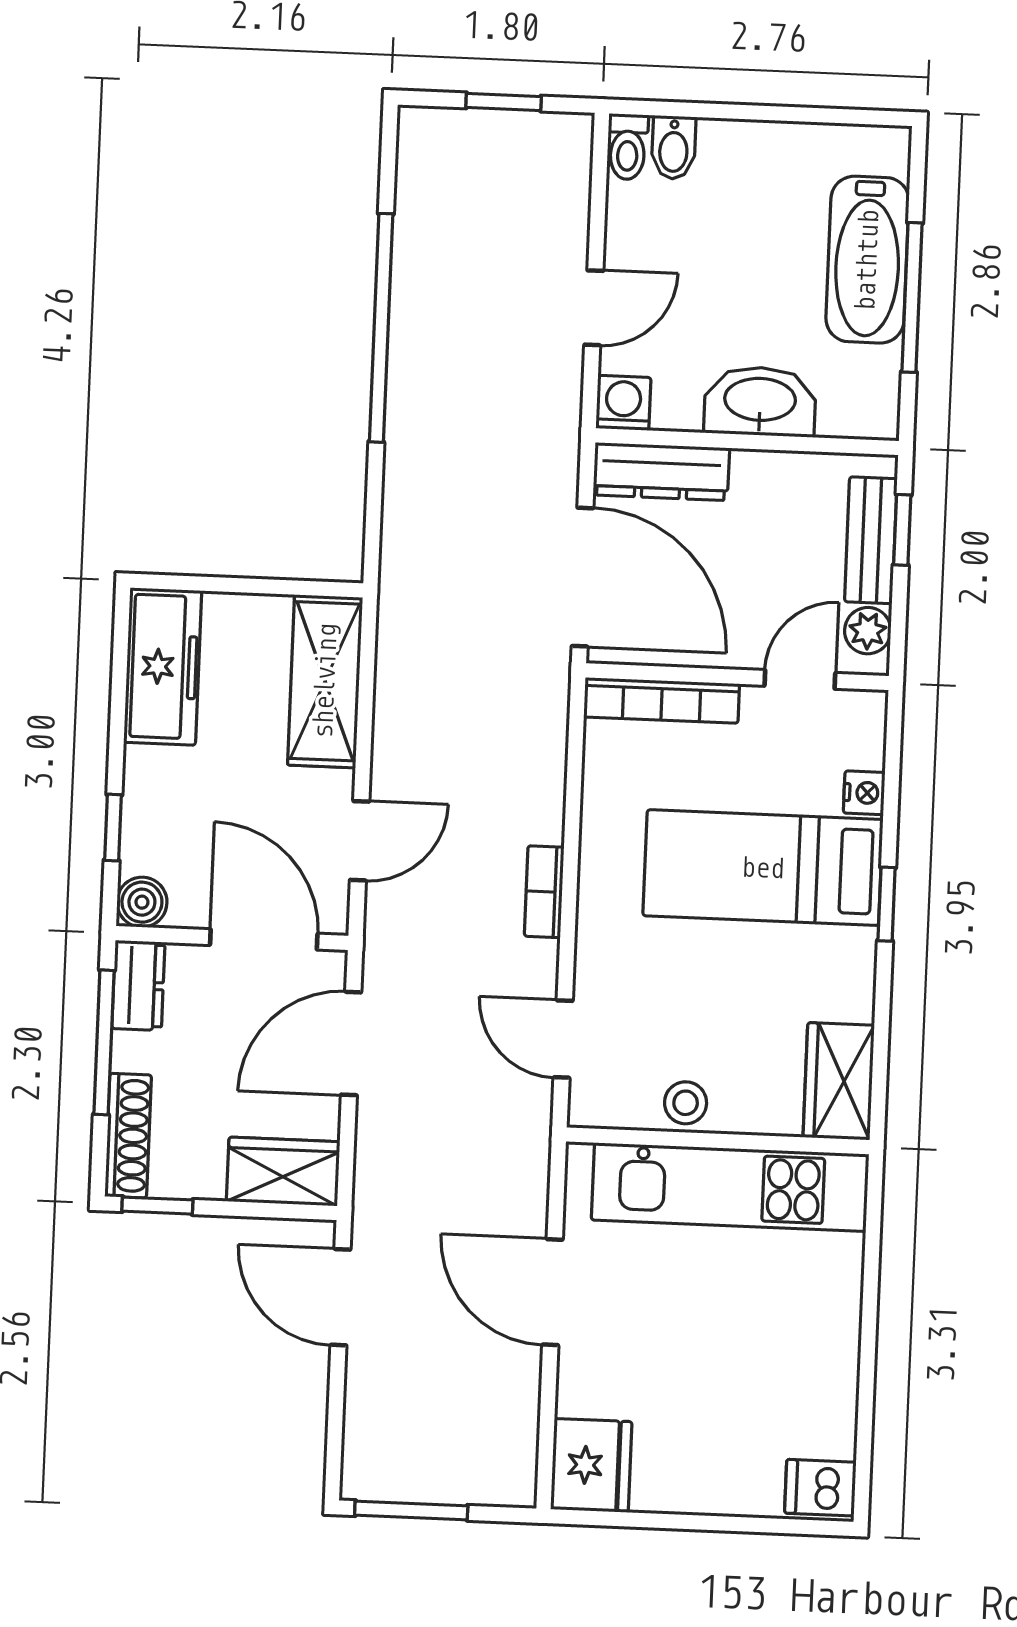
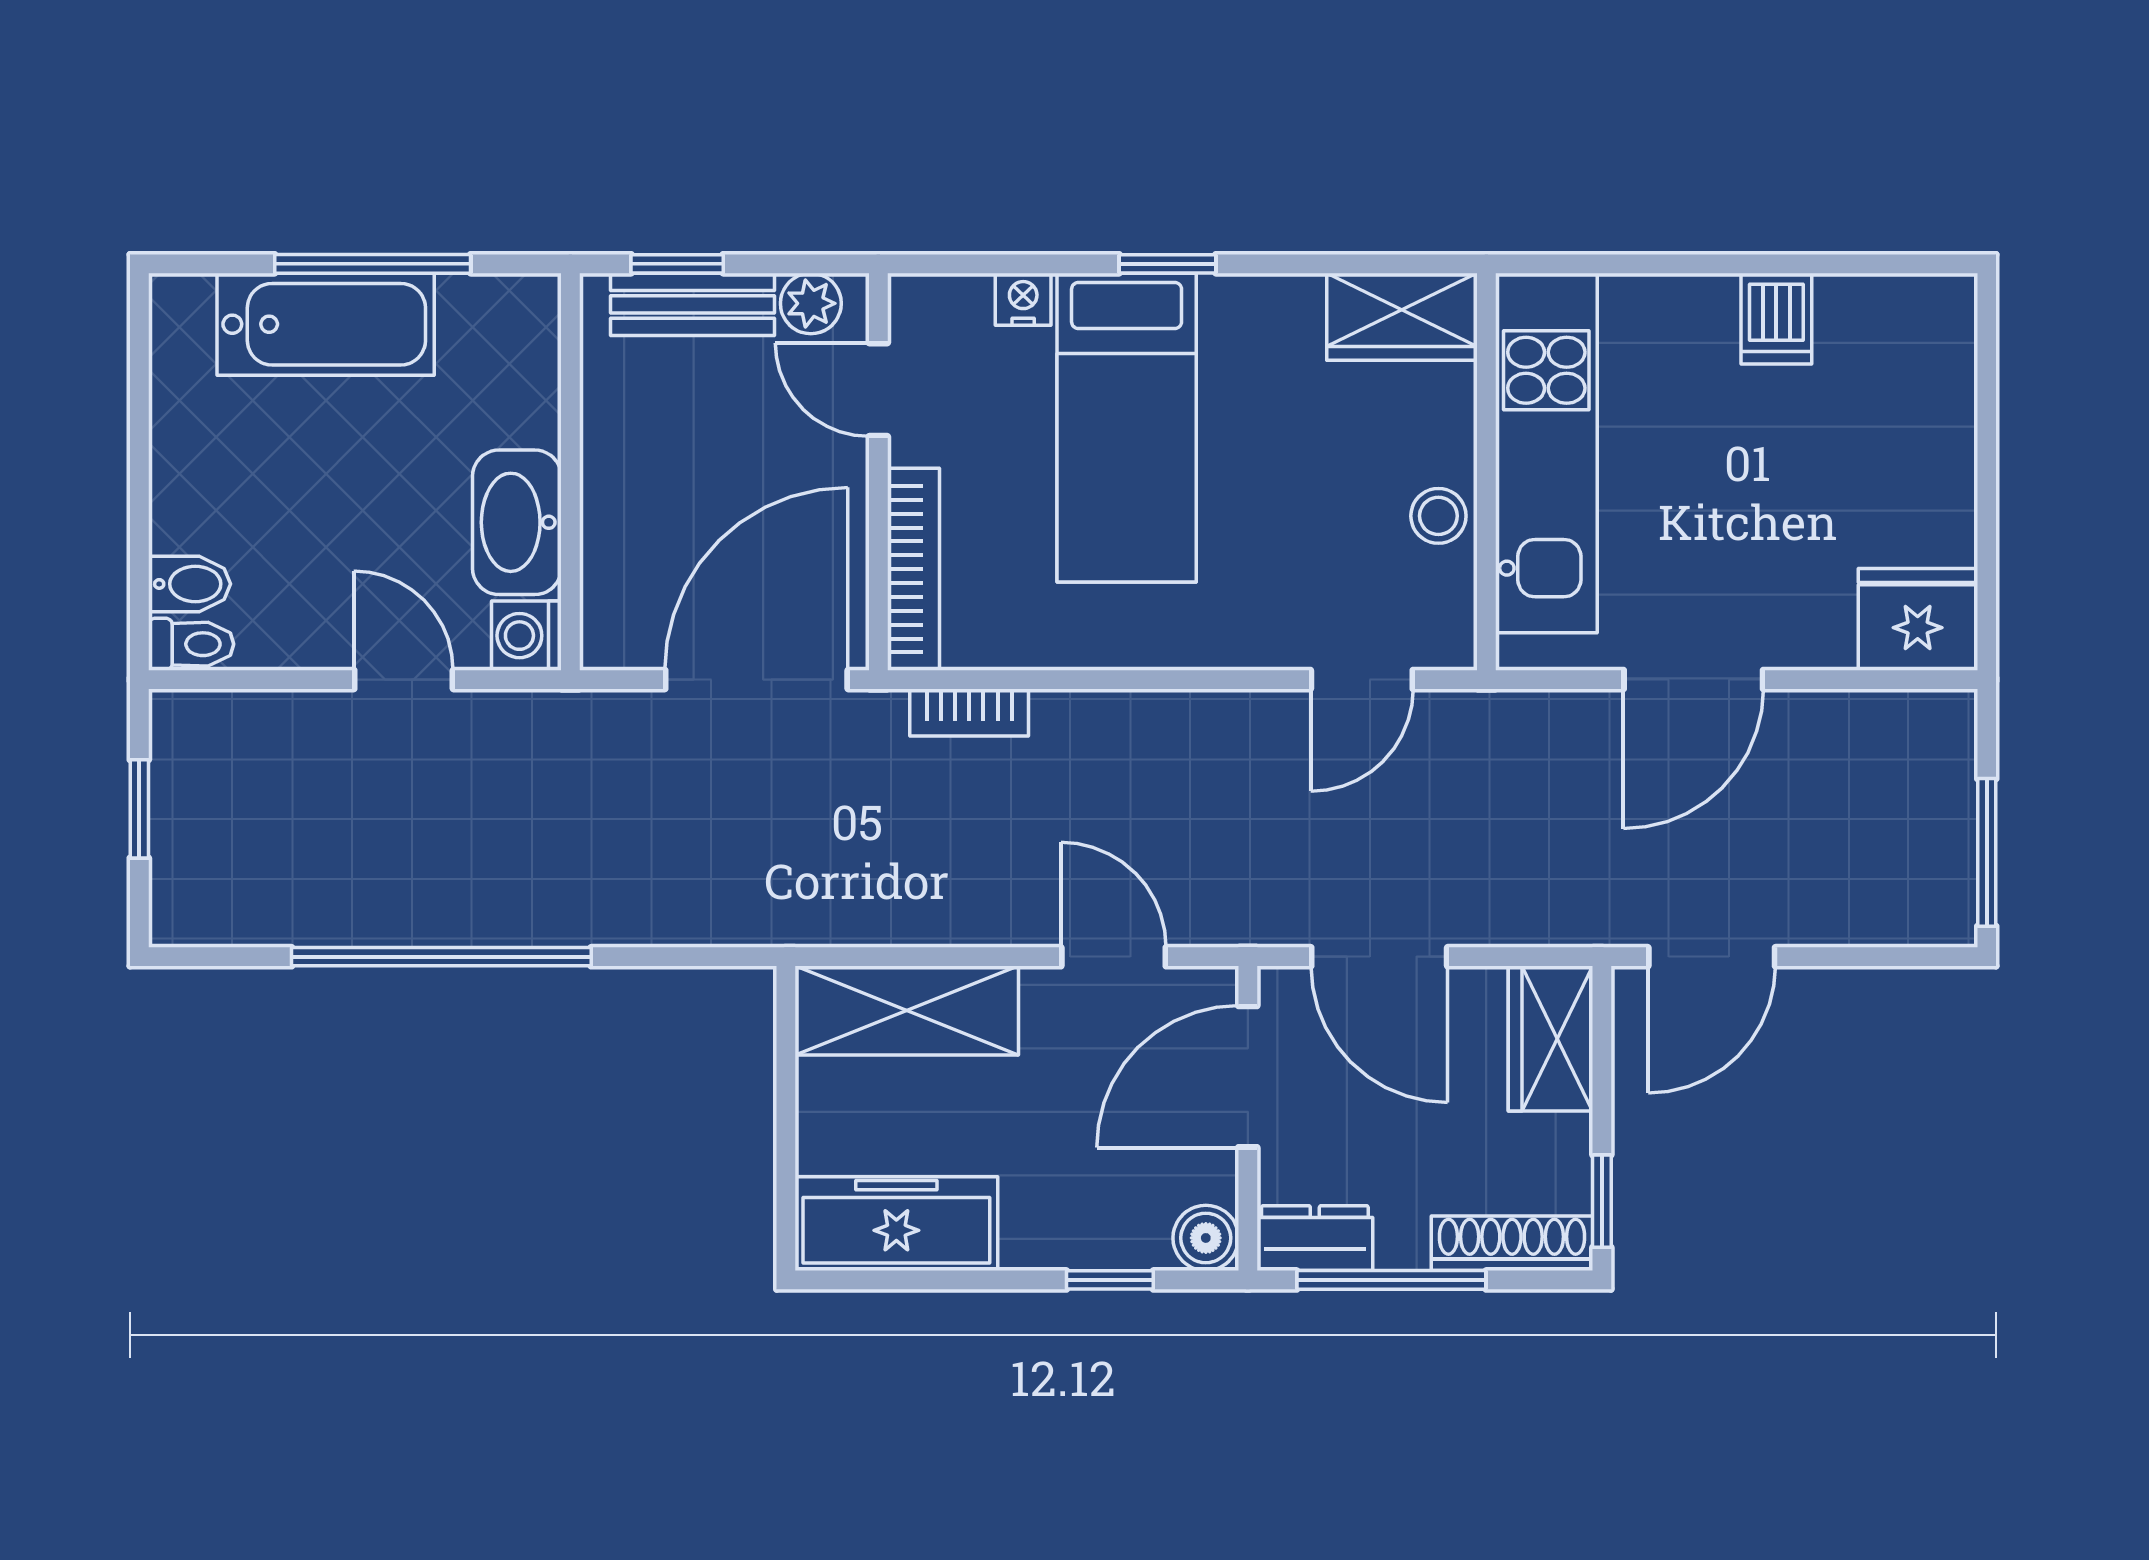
washbasin: (760, 401) -> (517, 522), moved
dresser: (661, 472) -> (614, 582), removed
bookcase: (544, 892) -> (969, 712), moved
dishwasher: (820, 1488) -> (1776, 319), moved

